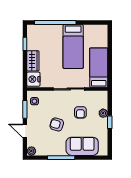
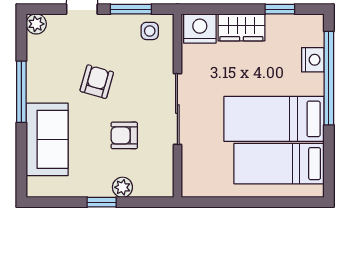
nightstand: (47, 29) -> (313, 60), added
bed: (99, 68) -> (279, 164), moved, turned 180

